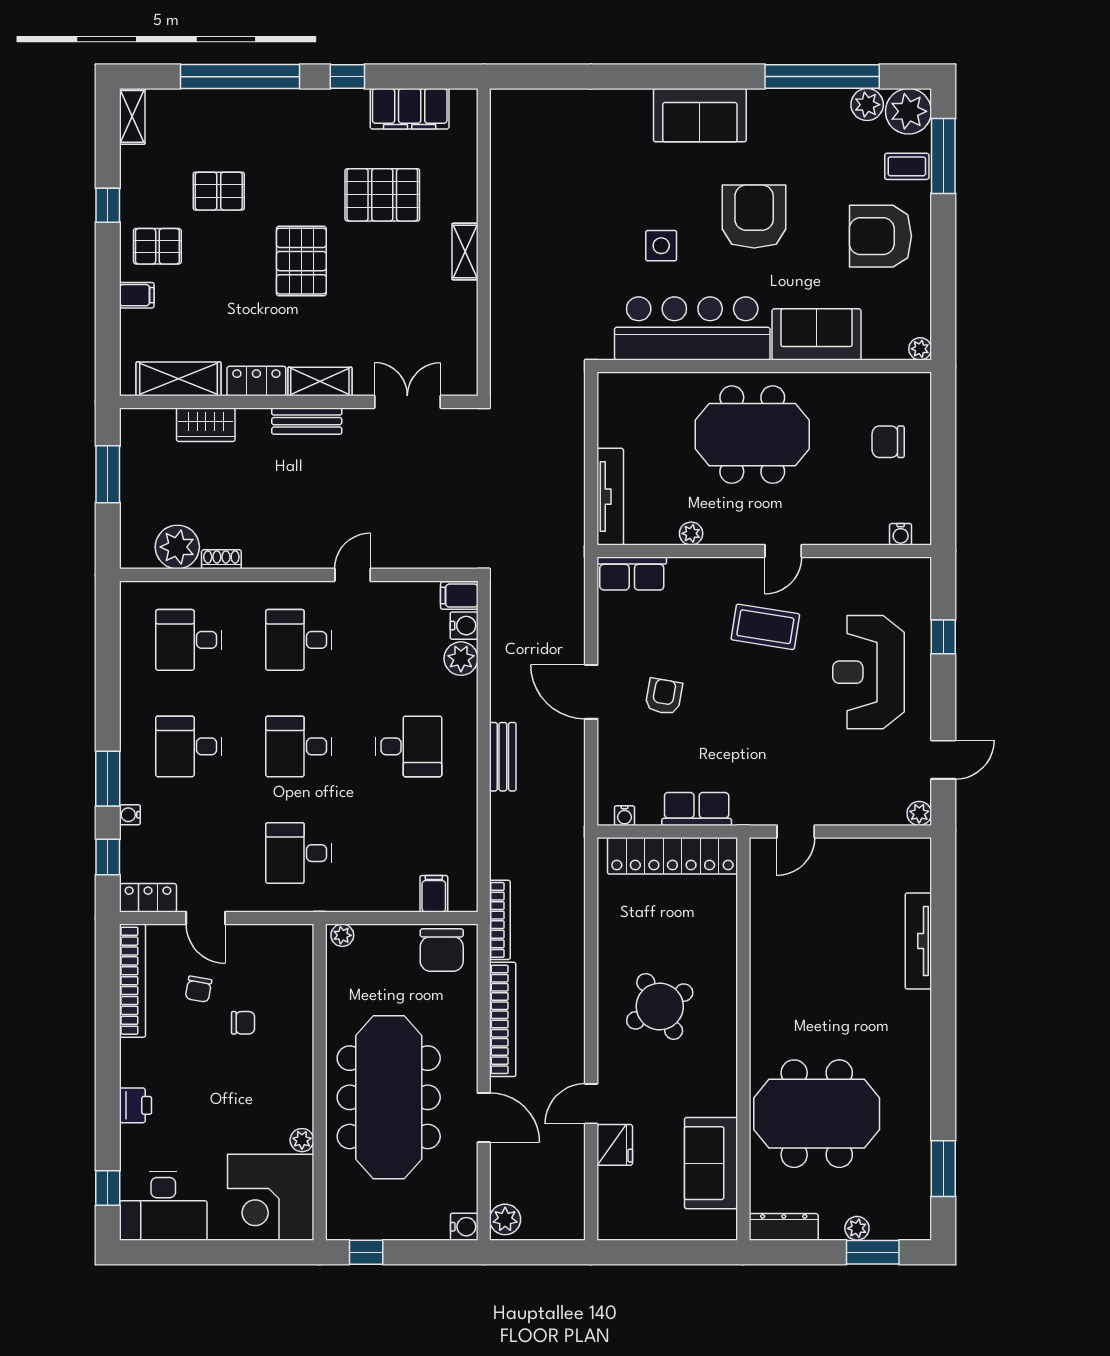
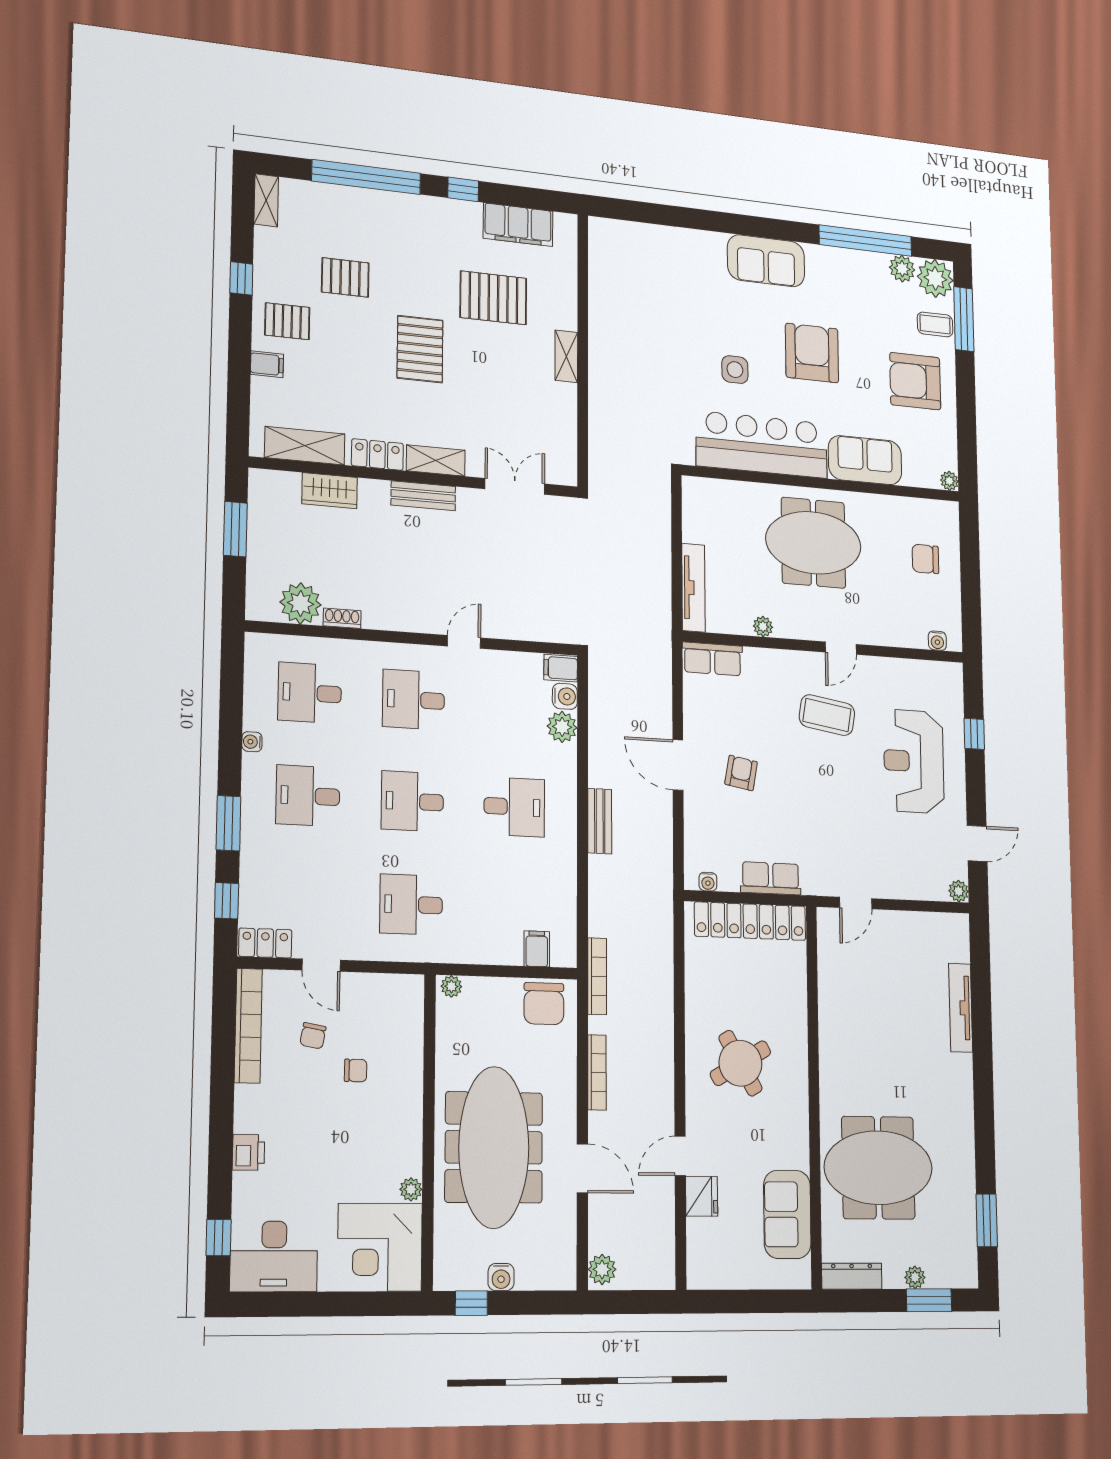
water cooler: (130, 815) -> (252, 742), moved
bookcase: (503, 1019) -> (597, 1072), width x0.68, depth x0.76
water cooler: (464, 1227) -> (501, 1277), moved, turned 90

